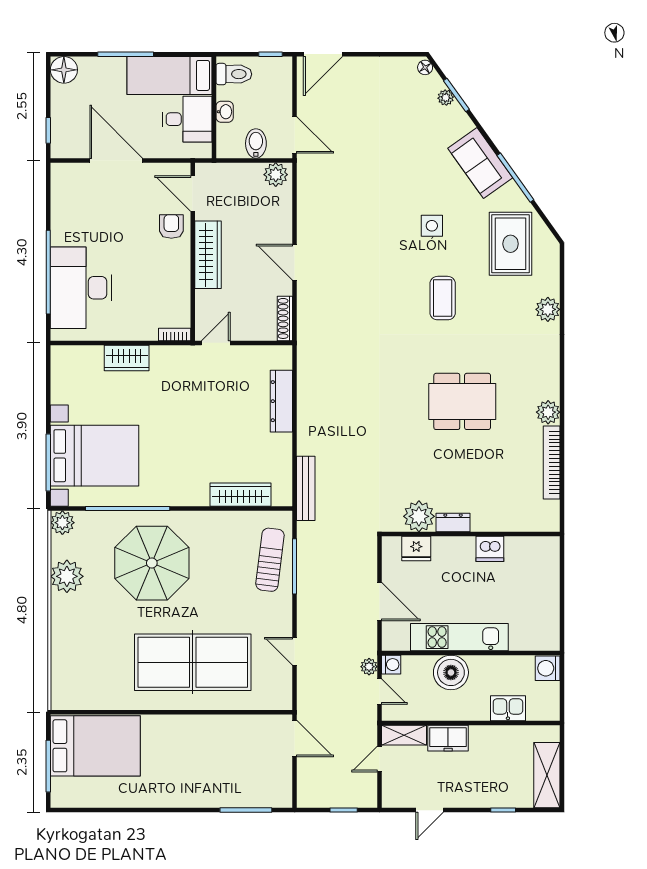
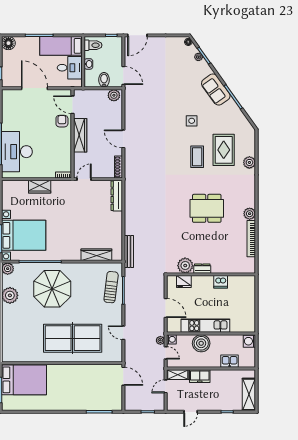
rug: (511, 244) -> (224, 150), moved
dresser: (281, 401) -> (117, 196), moved

